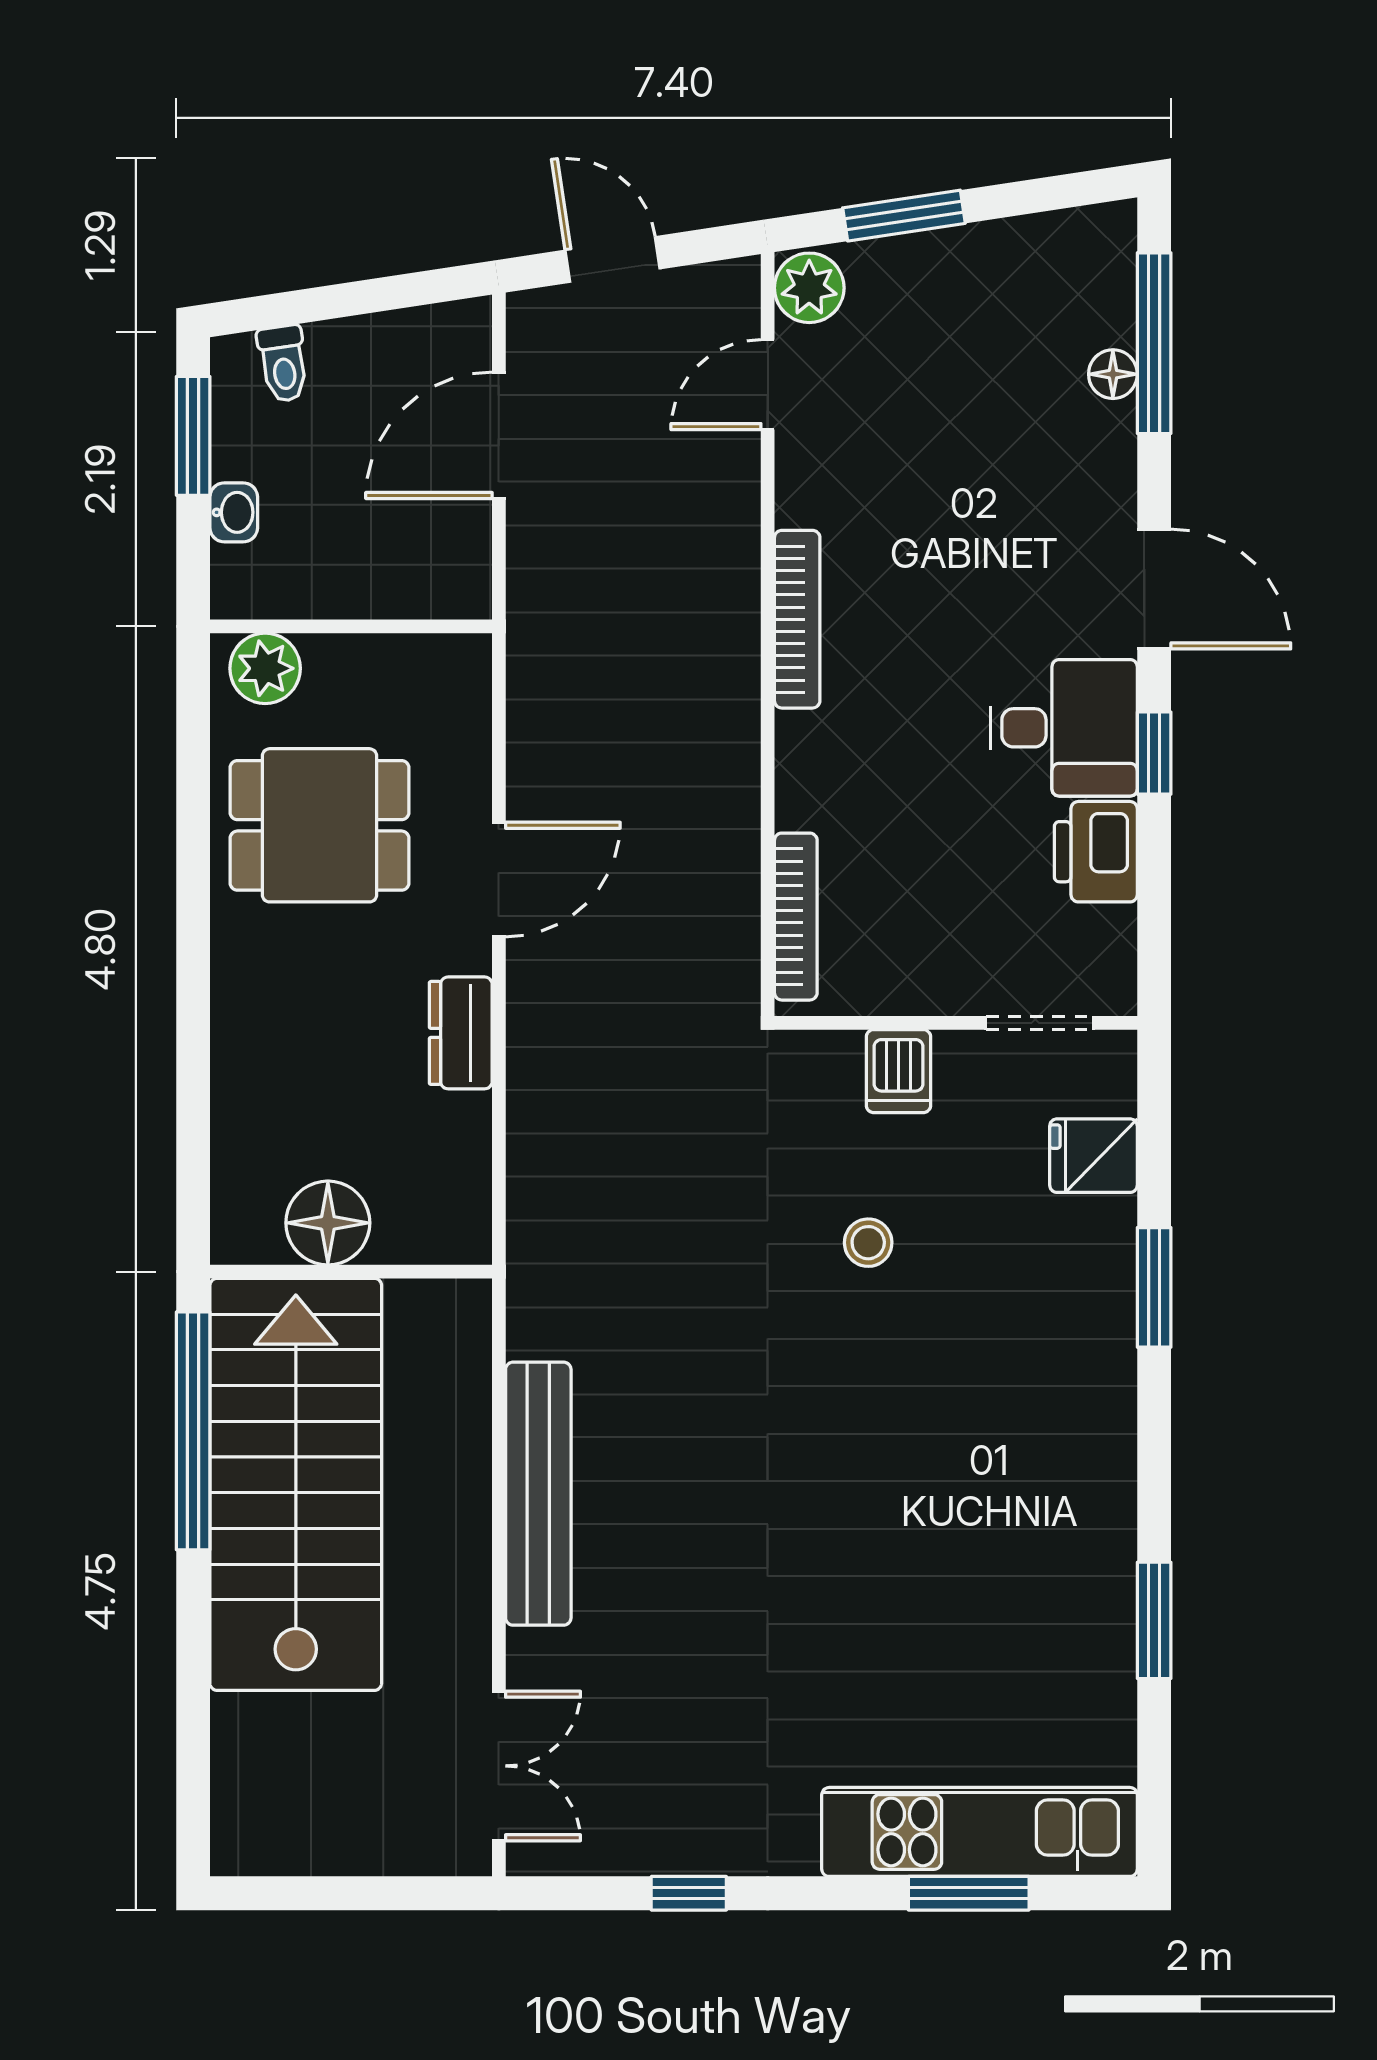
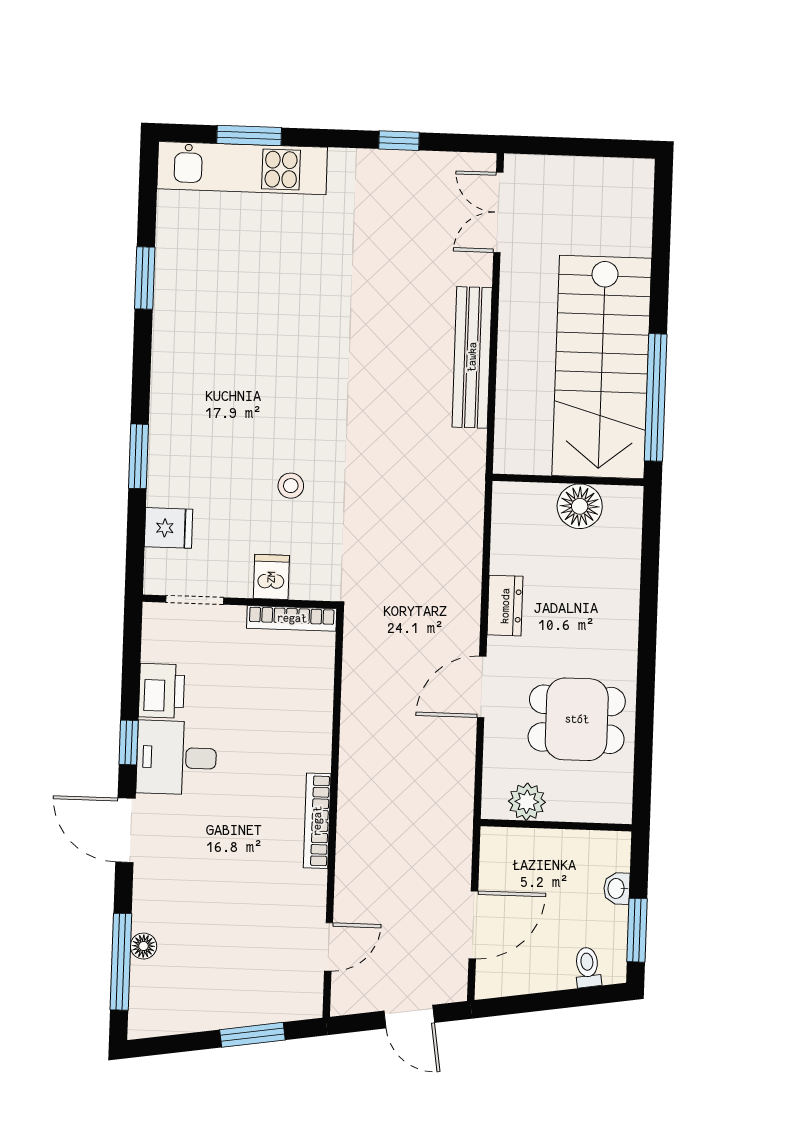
plant: (809, 288) -> (304, 998), removed
plant: (265, 668) -> (527, 802), moved
bookcase: (796, 917) -> (292, 618), moved, turned -90

